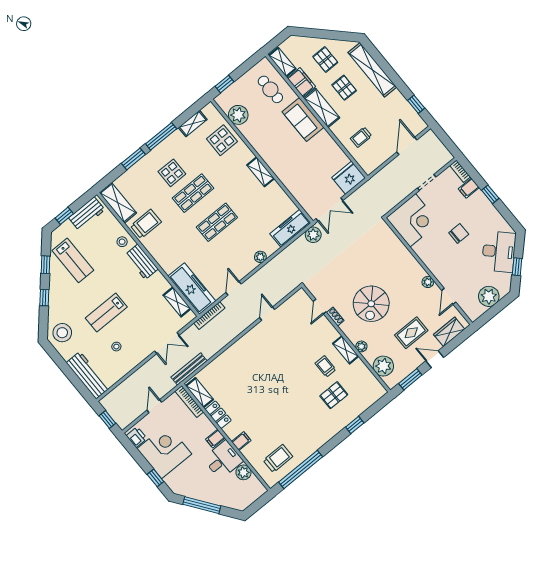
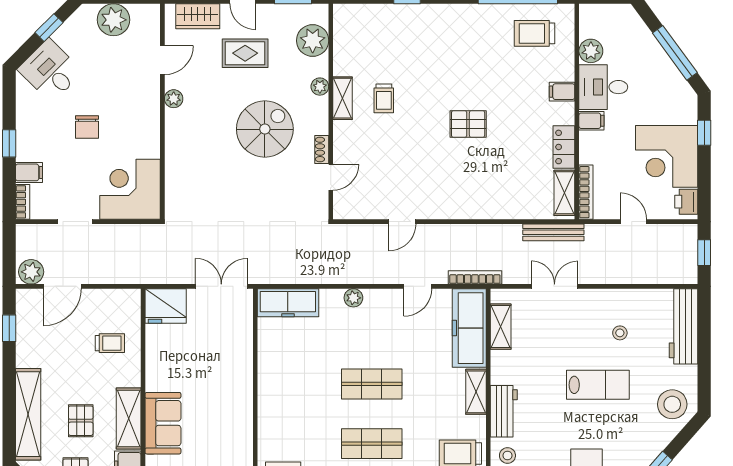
shelving: (261, 172) -> (476, 392), moved
chair: (459, 234) -> (87, 127), turned -90
plant: (313, 235) -> (31, 272), moved
desk: (499, 252) -> (50, 71), width x0.73
pallet: (334, 395) -> (468, 124), moved
door: (154, 406) -> (633, 222), swing flipped

